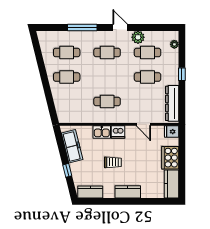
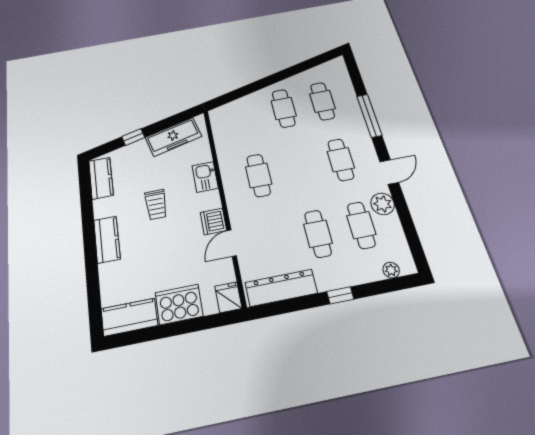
dishwasher: (118, 132) -> (213, 221), moved

